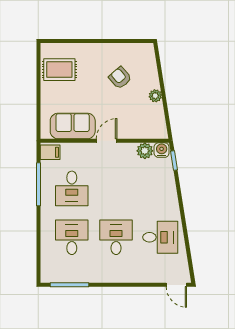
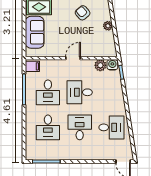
sofa: (73, 126) -> (35, 32), moved, turned 90
desk: (116, 188) -> (80, 92), added
desk: (72, 237) -> (48, 127), turned 180

